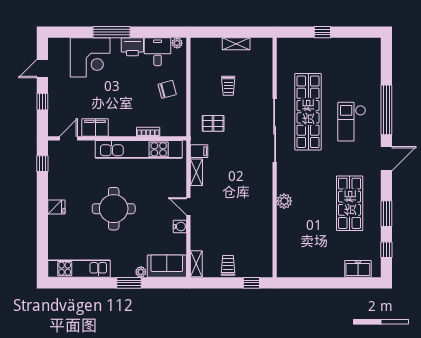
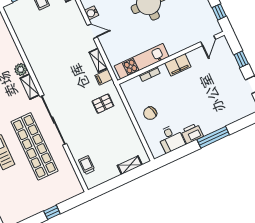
plant: (177, 43) -> (159, 152), removed
shelving: (236, 44) -> (130, 165), moved
corner desk: (90, 57) -> (221, 110), removed
trolley: (228, 86) -> (87, 165), moved
filing cabinet: (95, 127) -> (178, 65), moved
kitchen unit: (139, 149) -> (142, 61), width x0.73
shelving: (283, 178) -> (30, 87), added

